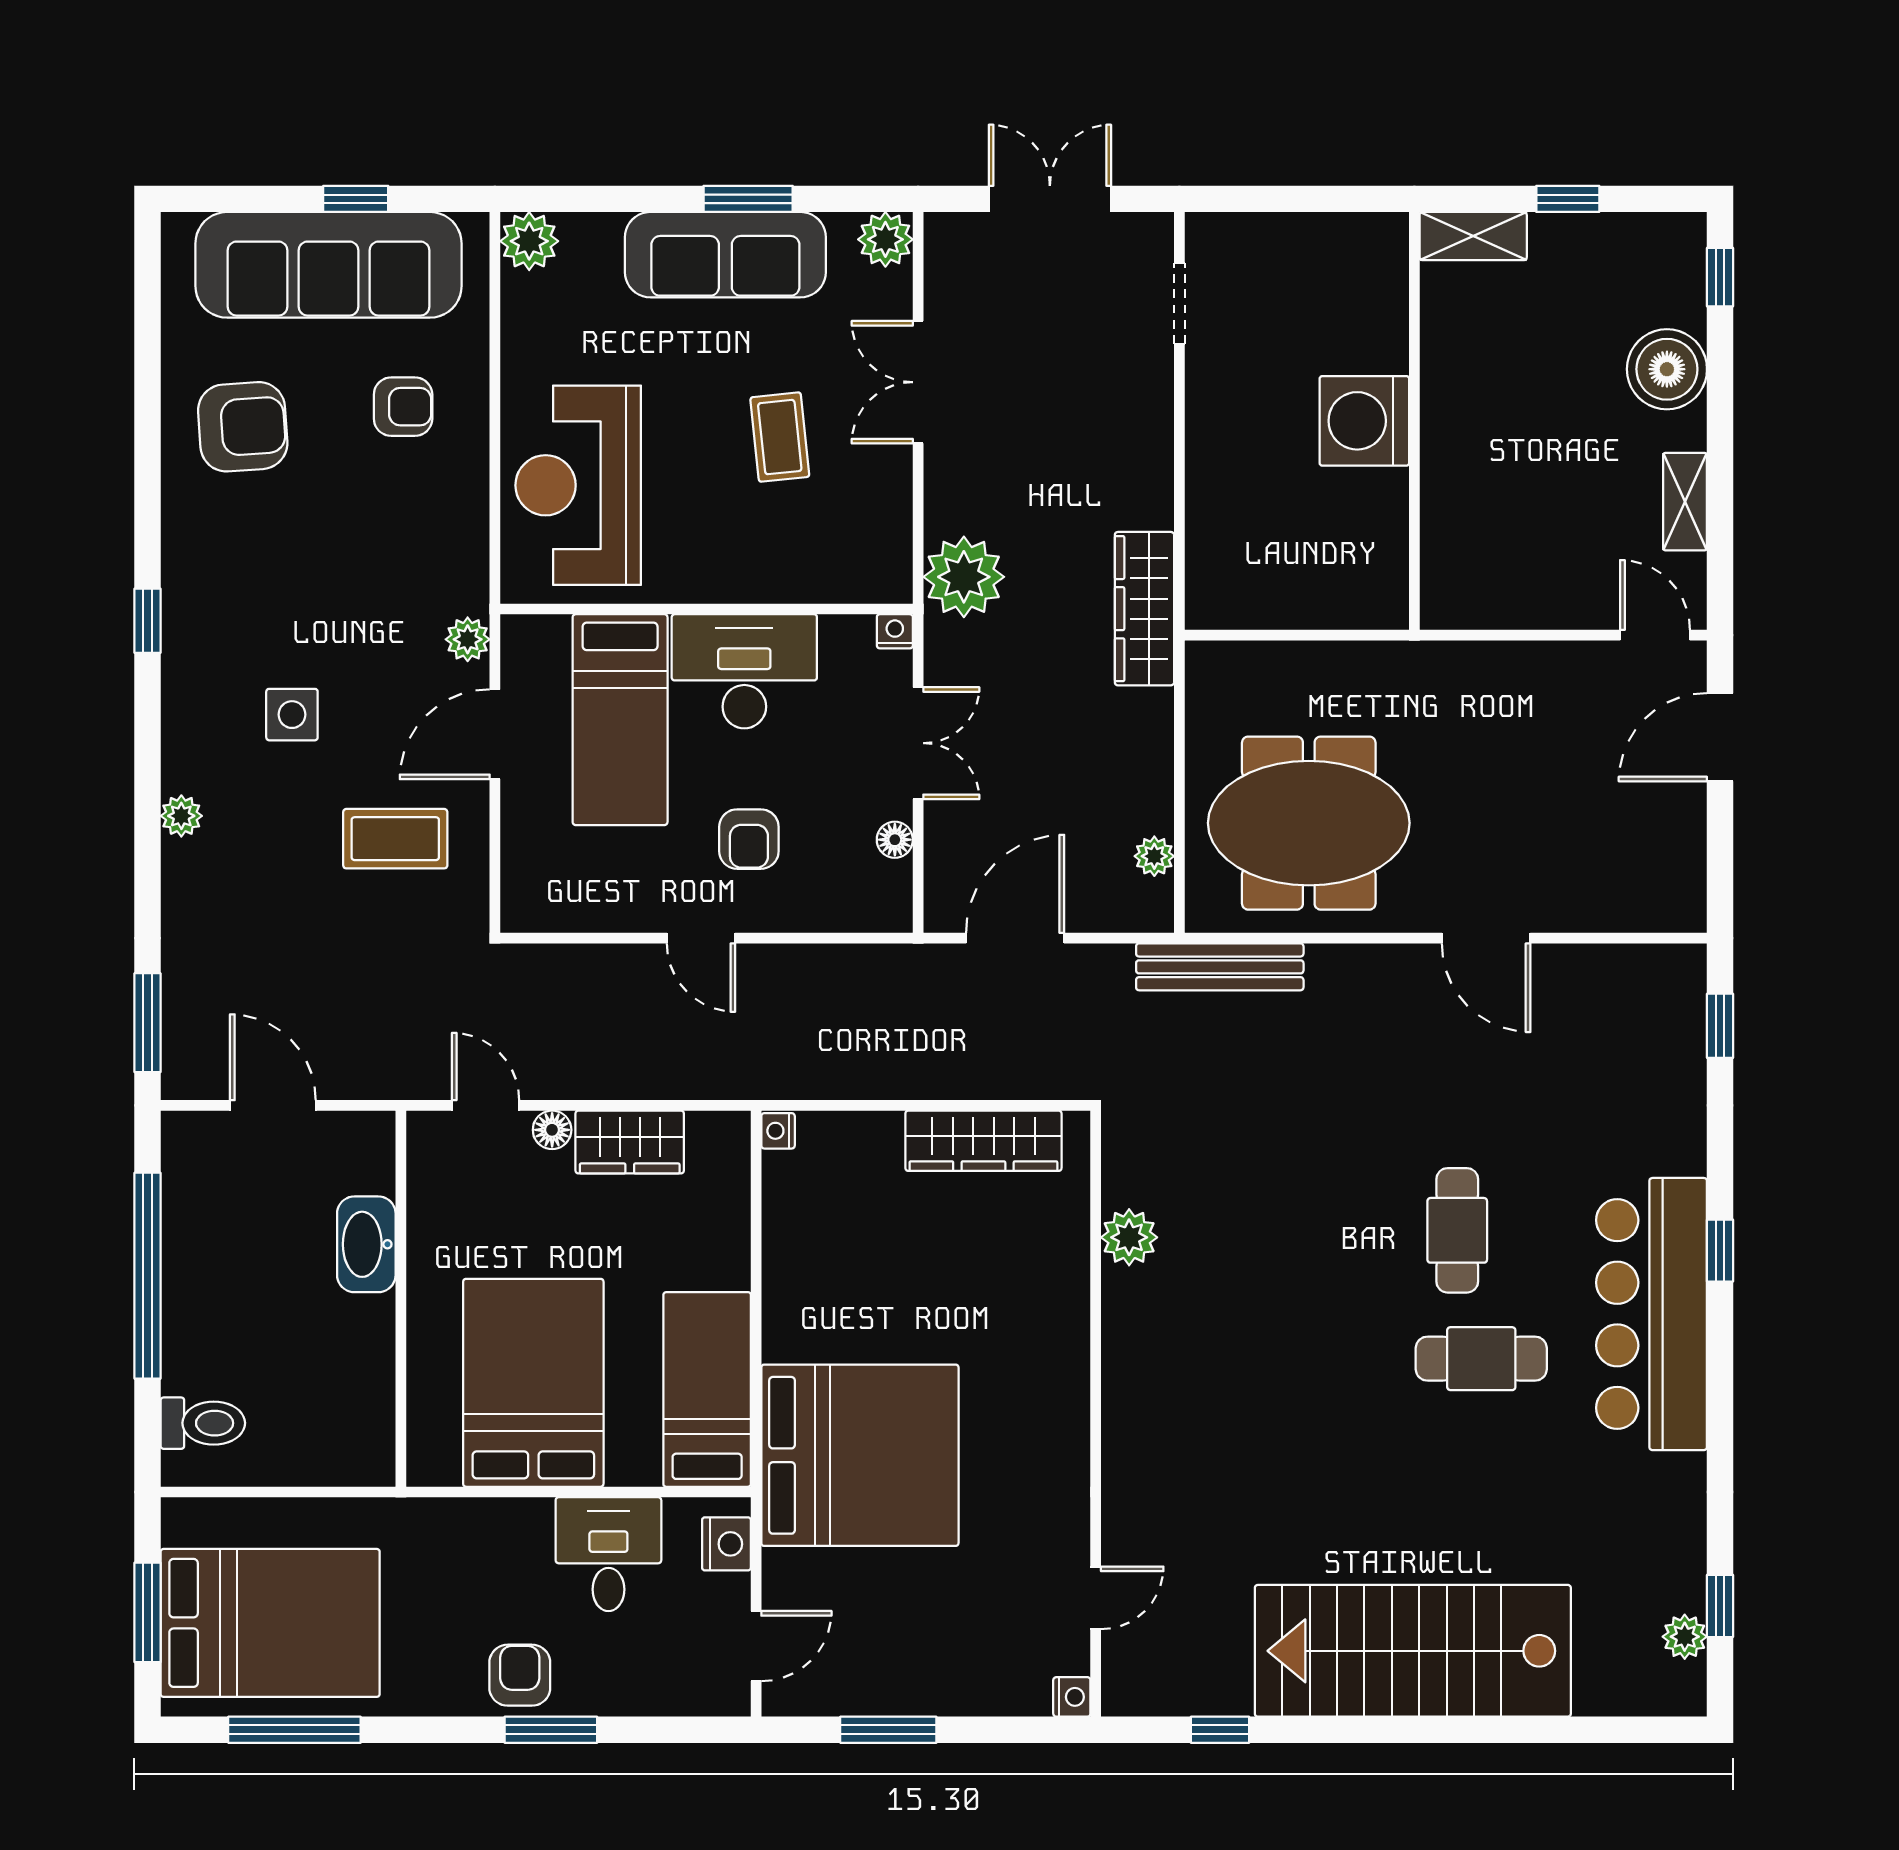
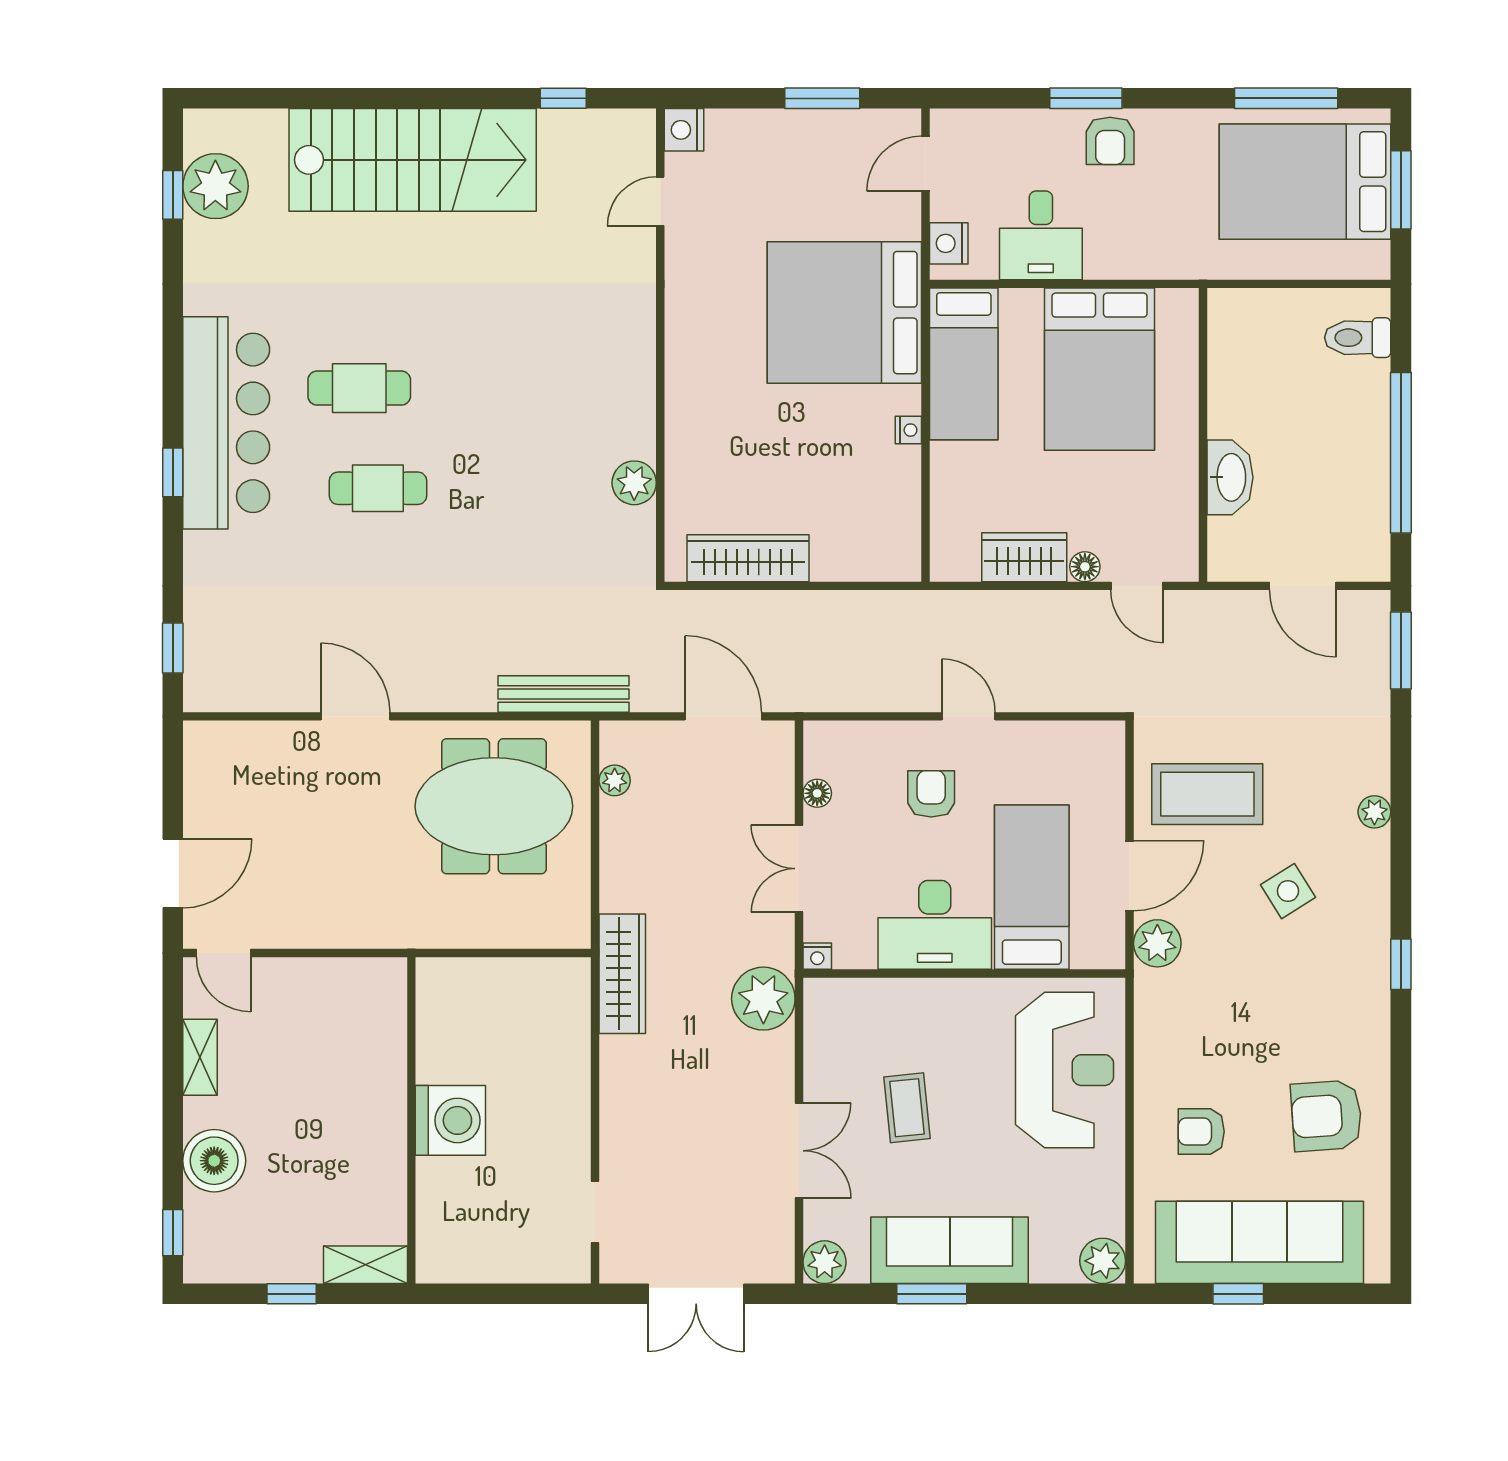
plant: (468, 639) -> (1157, 943), width x1.38, depth x1.38
side table: (292, 715) -> (1288, 891), turned -32
coffee table: (395, 839) -> (1207, 794), width x1.36, depth x1.32
door: (1015, 938) -> (723, 716), swing flipped
nightstand: (778, 1131) -> (908, 430), moved
cafe table: (1457, 1230) -> (378, 488), turned 90
plant: (1685, 1637) -> (215, 186), width x1.87, depth x1.87
nightstand: (1072, 1697) -> (684, 130), width x1.39, depth x1.35

